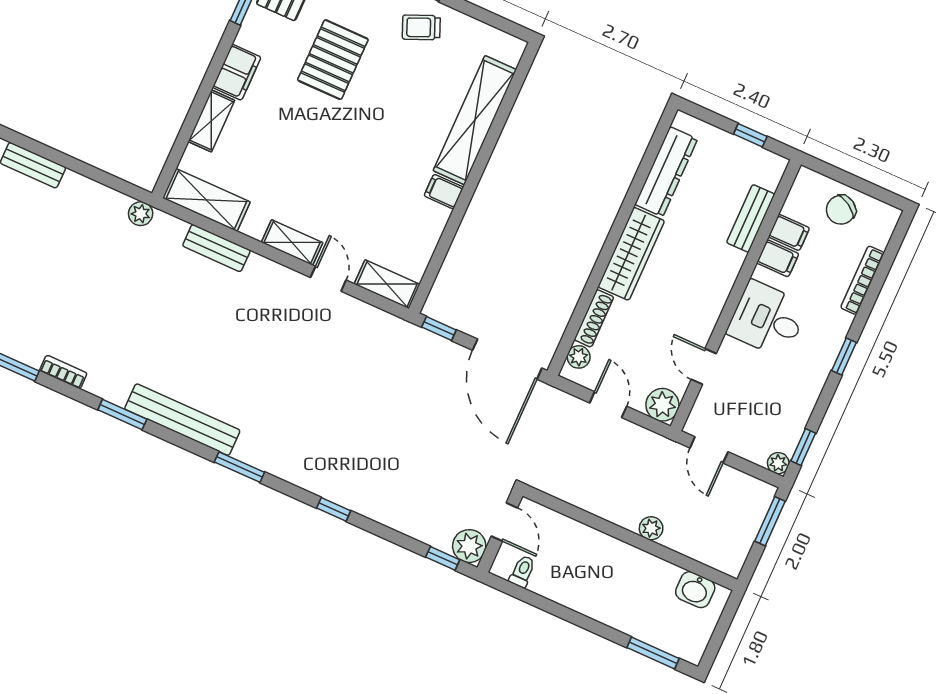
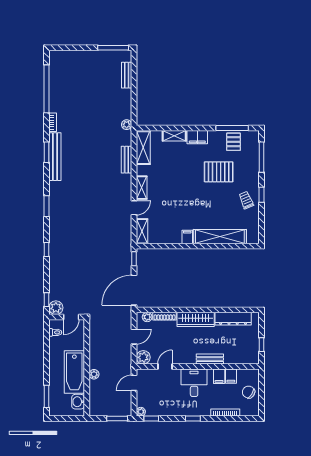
bench: (751, 218) -> (210, 359), moved
bench: (182, 420) -> (55, 157), moved
bathtub: (627, 569) -> (74, 372), added

